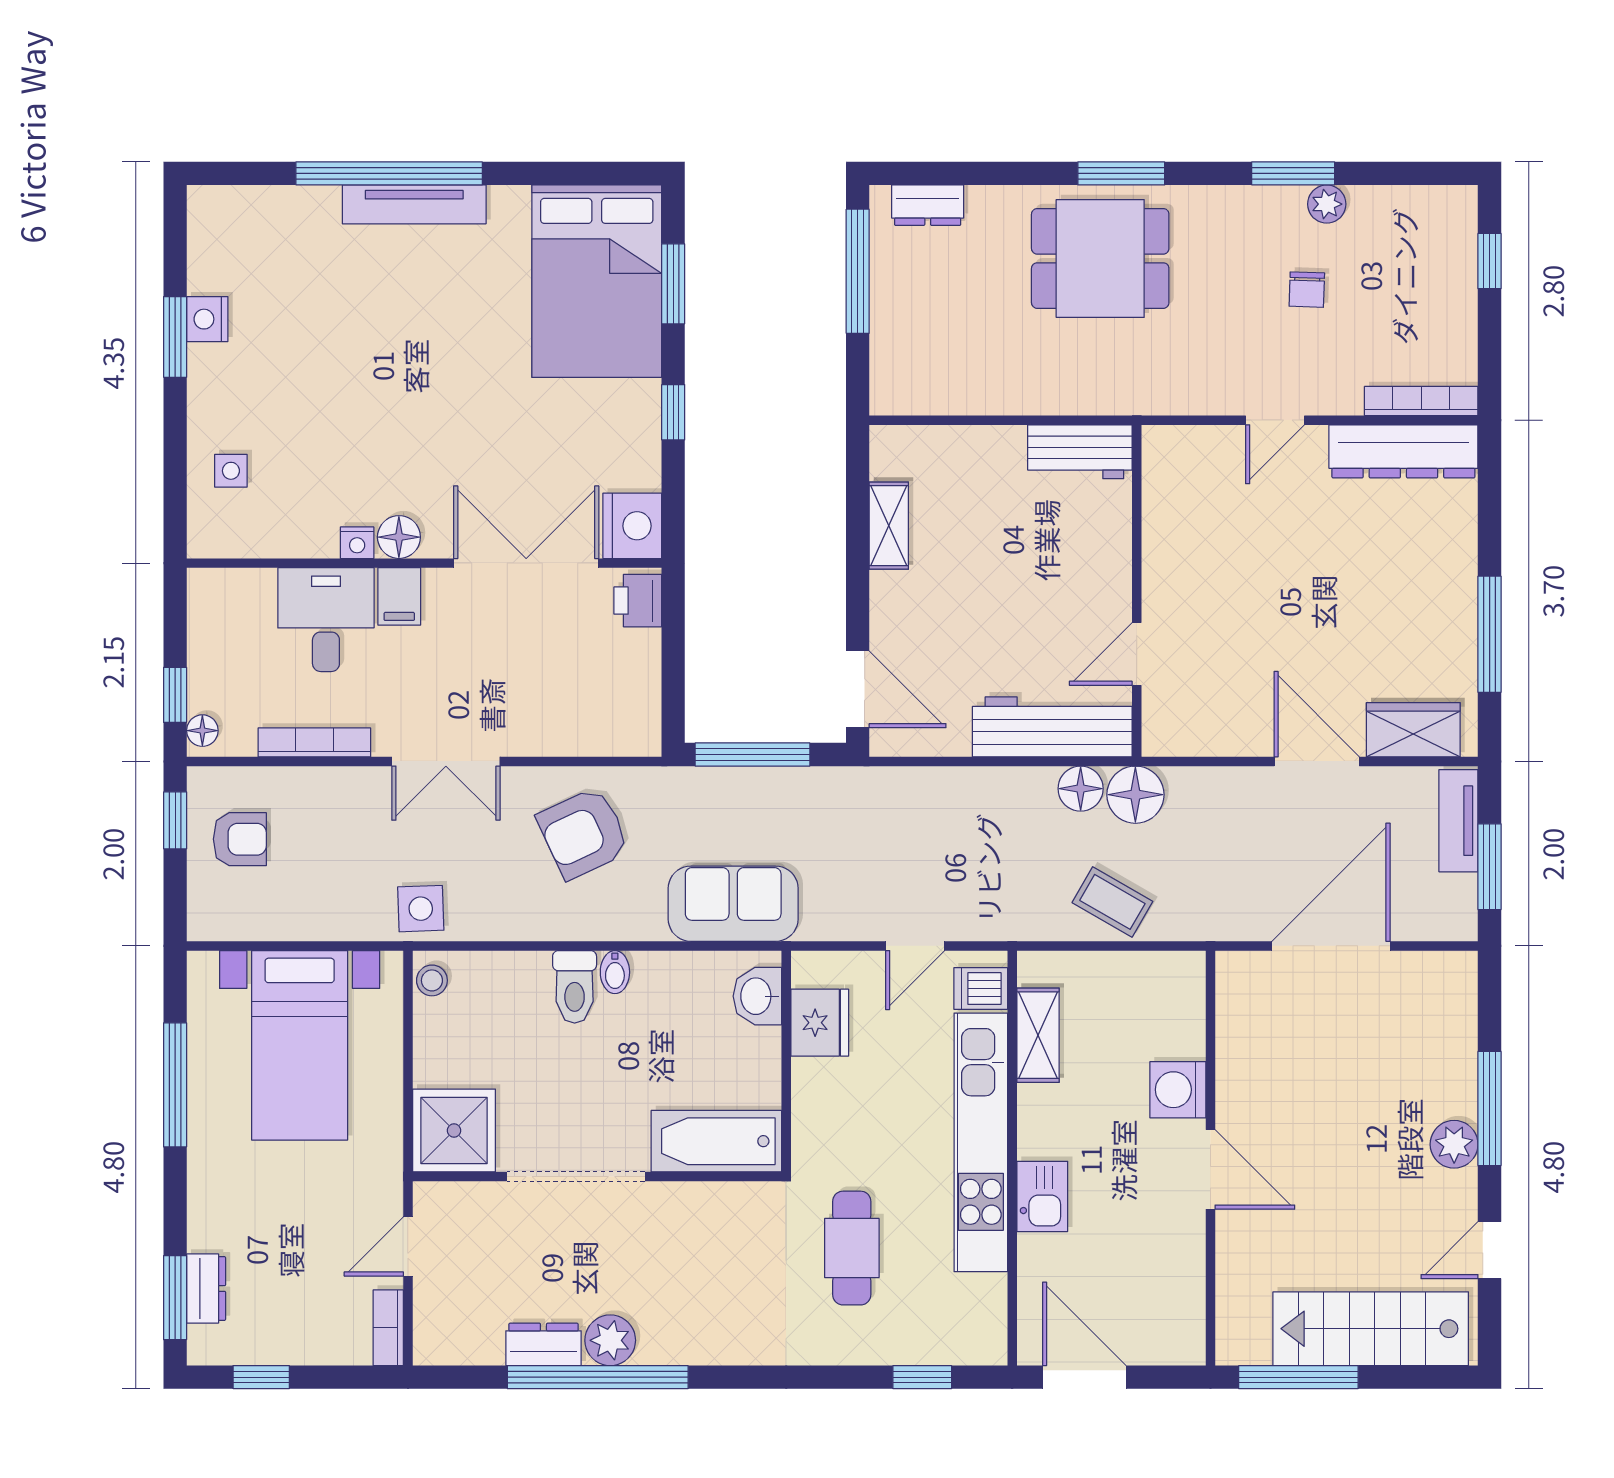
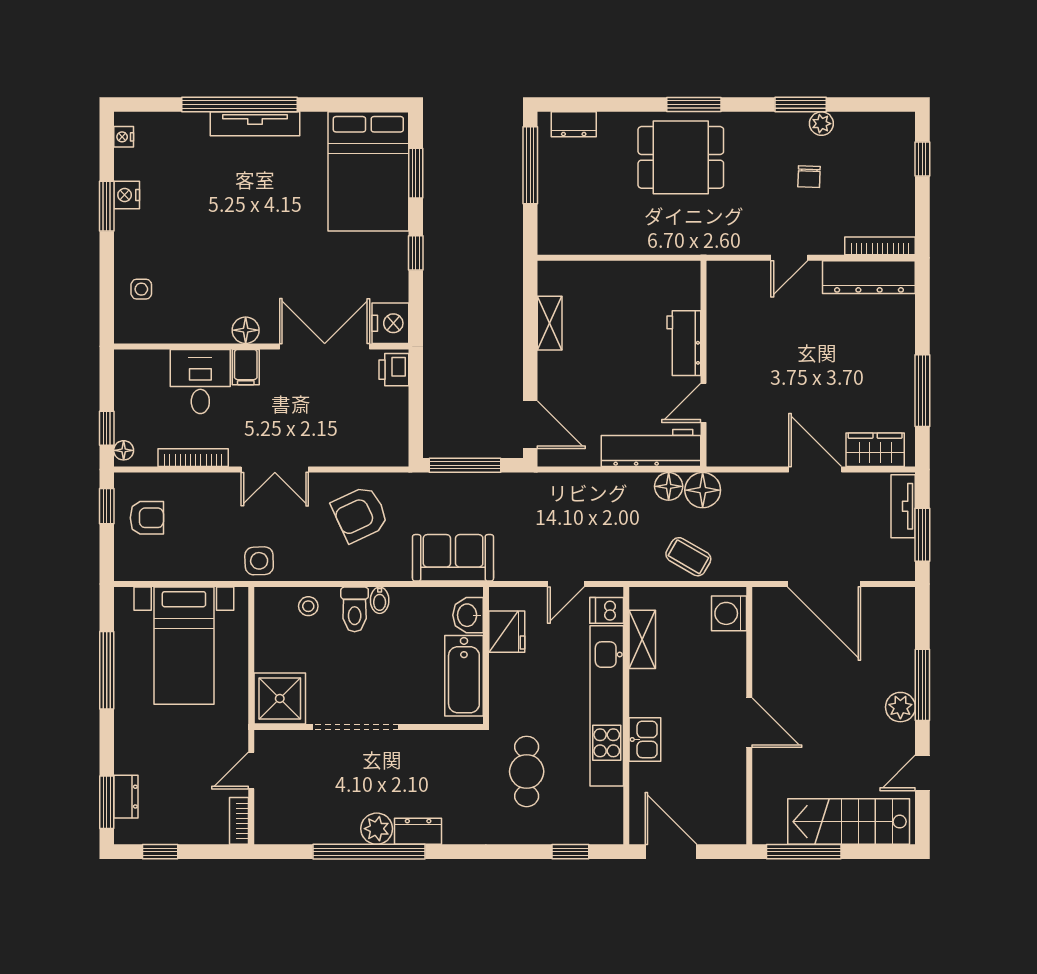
workbench: (1080, 452) -> (684, 343), moved, turned 90
nightstand: (357, 543) -> (124, 137), moved, turned 90
door: (1331, 946) -> (824, 584), swing flipped
stool: (432, 980) -> (308, 606), moved
washing machine: (1178, 1090) -> (729, 613), moved
bathtub: (716, 1141) -> (464, 676), moved, turned -90
dresser: (543, 1344) -> (418, 831), moved

